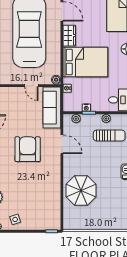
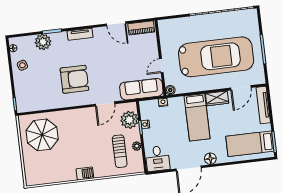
bed: (85, 62) -> (197, 117), width x0.67
plant: (76, 119) -> (129, 120), width x1.87, depth x1.87
armchair: (28, 149) -> (74, 79), moved
parasol: (81, 190) -> (42, 135), moved

